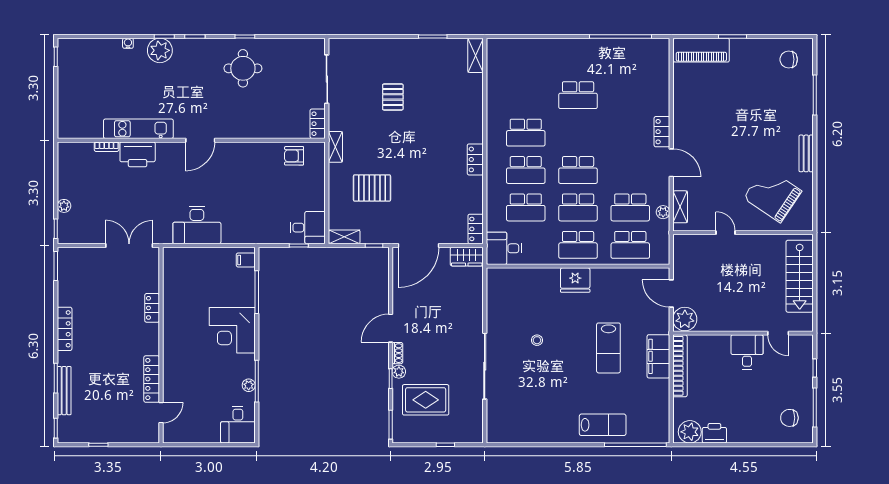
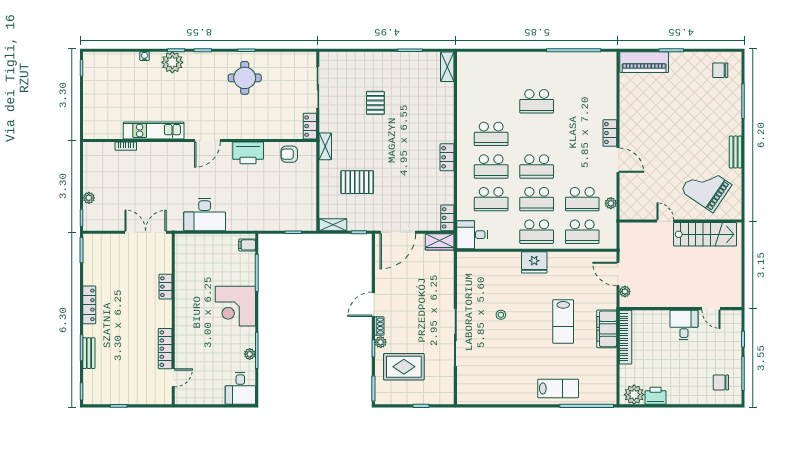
printer: (138, 154) -> (248, 153), moved
shelving: (680, 207) -> (626, 199), removed
desk: (308, 228) -> (301, 217), removed
stairs: (800, 276) -> (705, 234), moved, turned -90
plant: (685, 319) -> (625, 292), width x0.53, depth x0.53
bench: (64, 391) -> (89, 353), width x0.73

